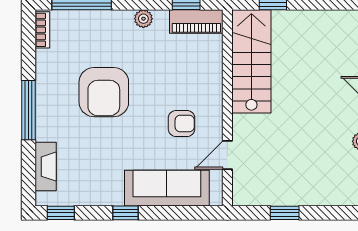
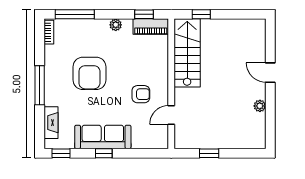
sofa: (167, 188) -> (103, 137), moved

